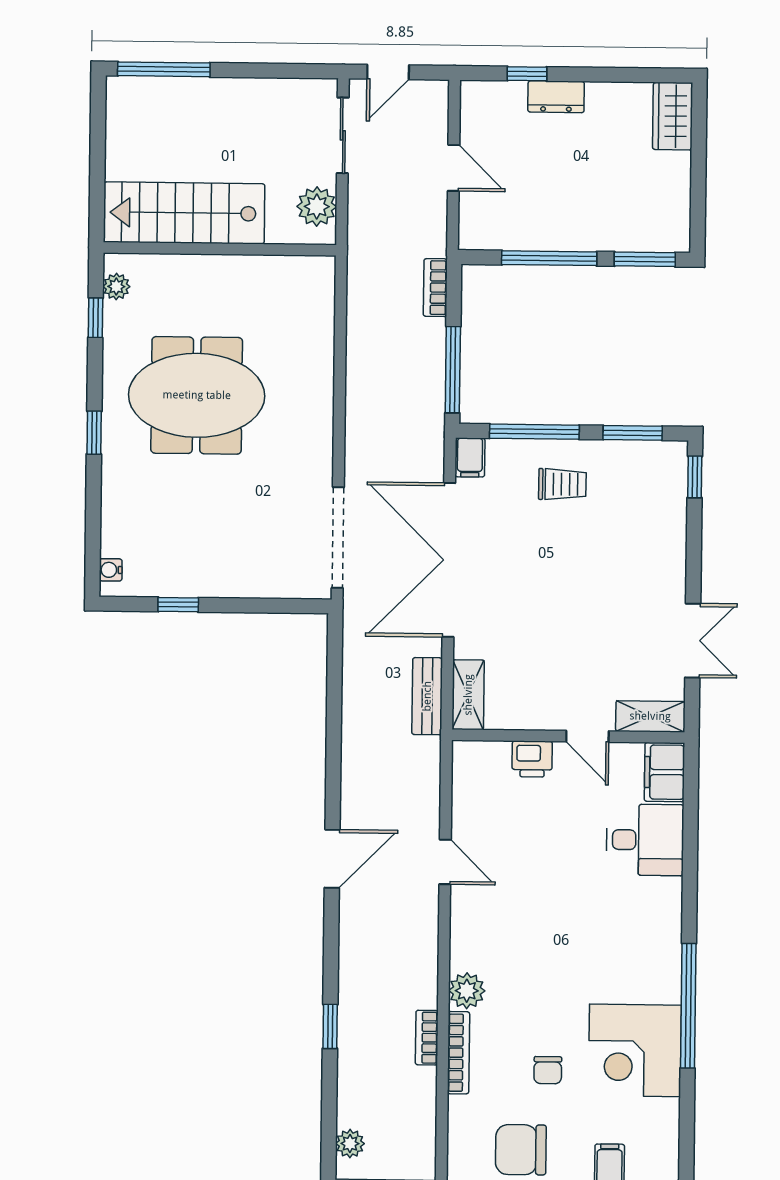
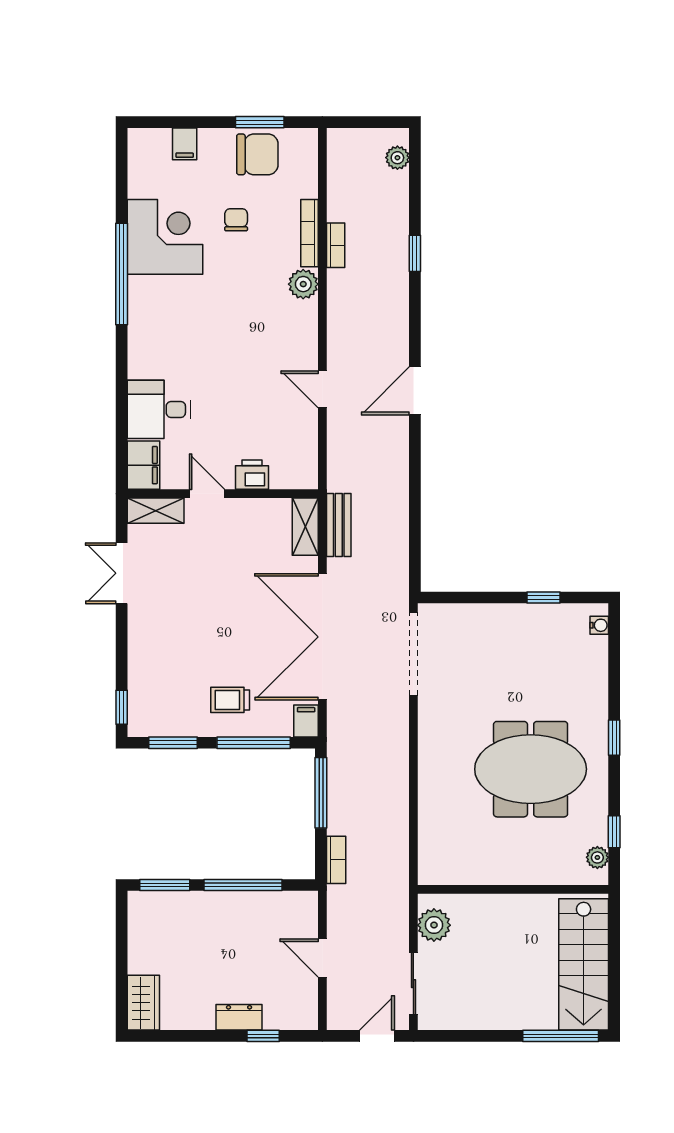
stairs: (184, 213) -> (584, 964), moved, turned 90
double door: (449, 560) -> (322, 637), swing flipped

